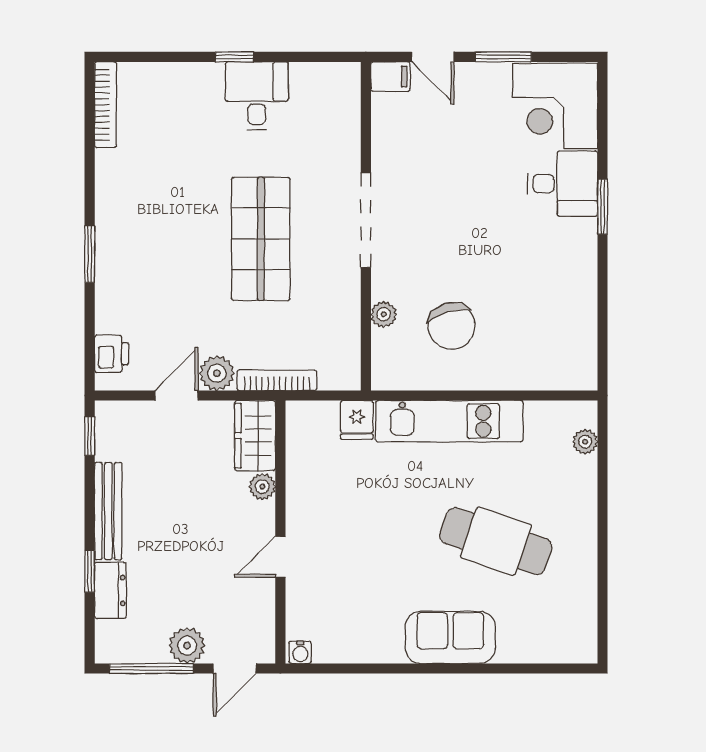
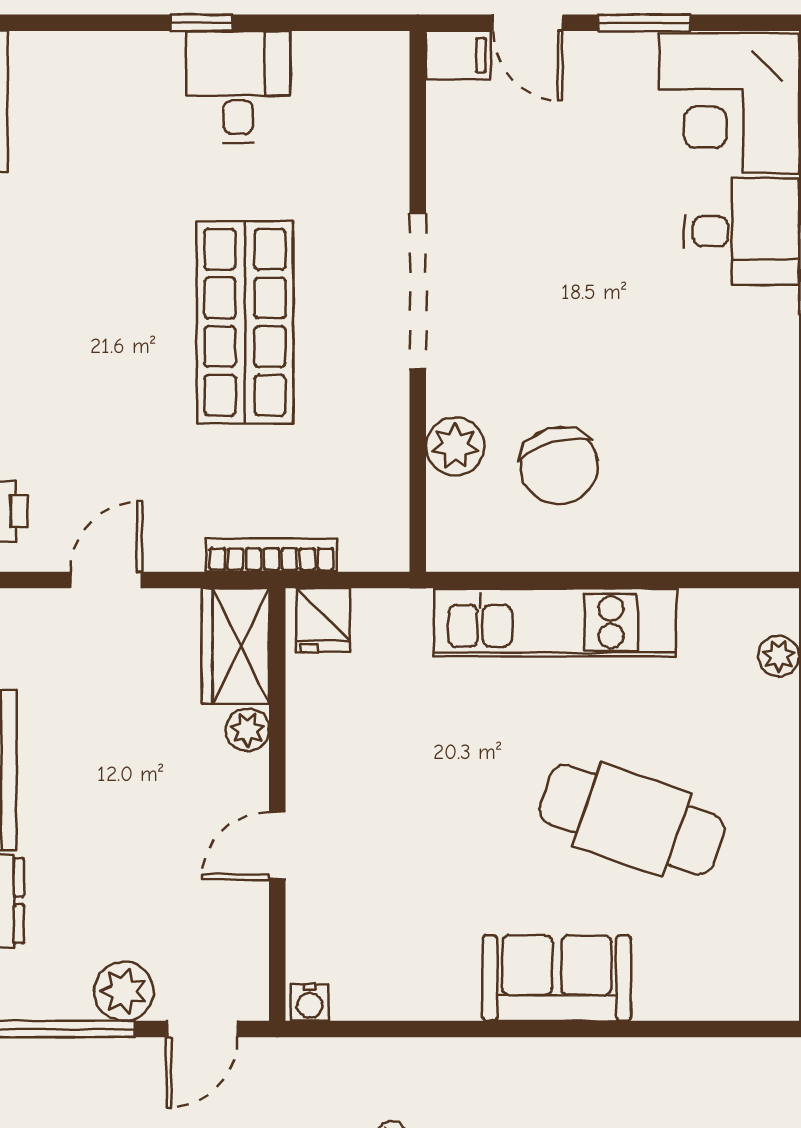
plant: (384, 314) -> (455, 446), width x1.38, depth x1.38
plant: (217, 373) -> (173, 543), removed
fridge: (357, 420) -> (323, 620), moved

